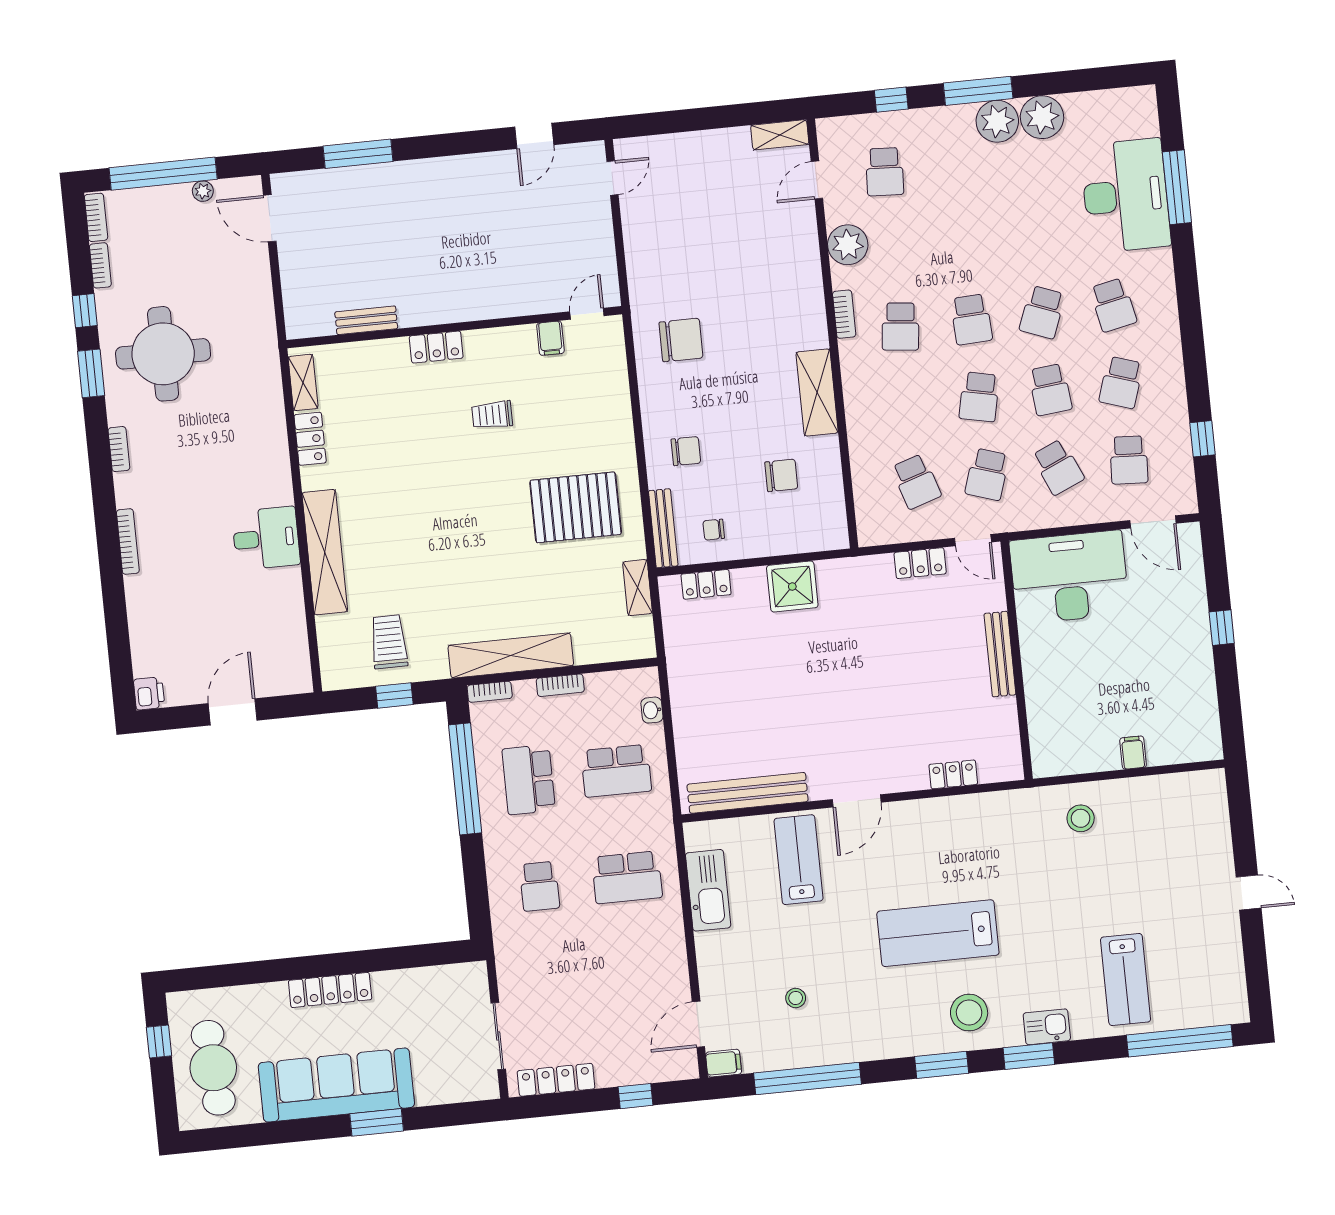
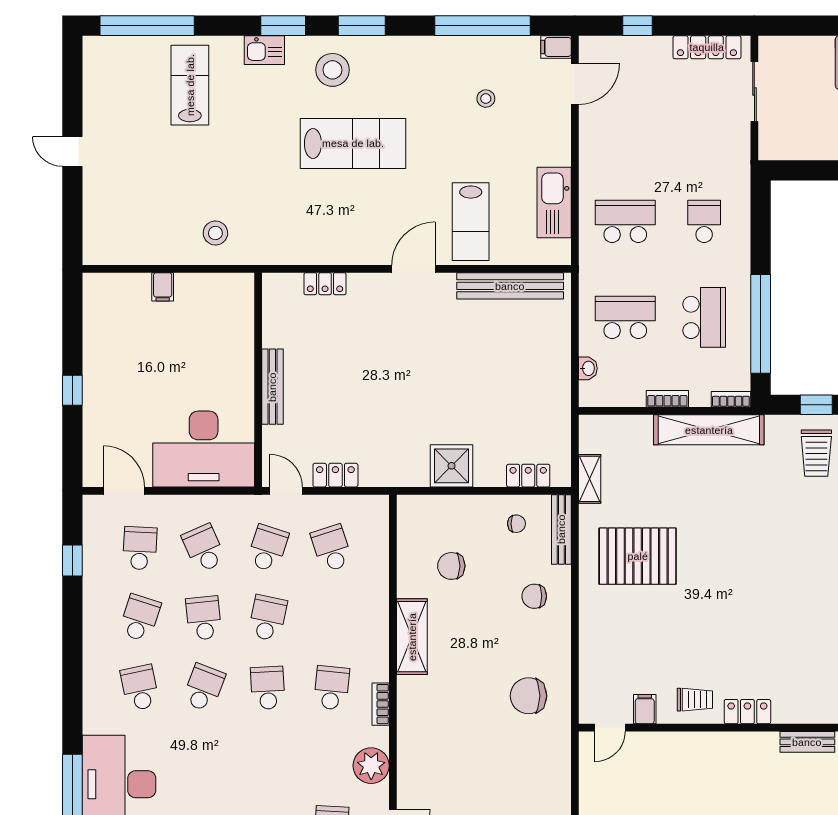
trolley: (492, 415) -> (695, 700), moved

